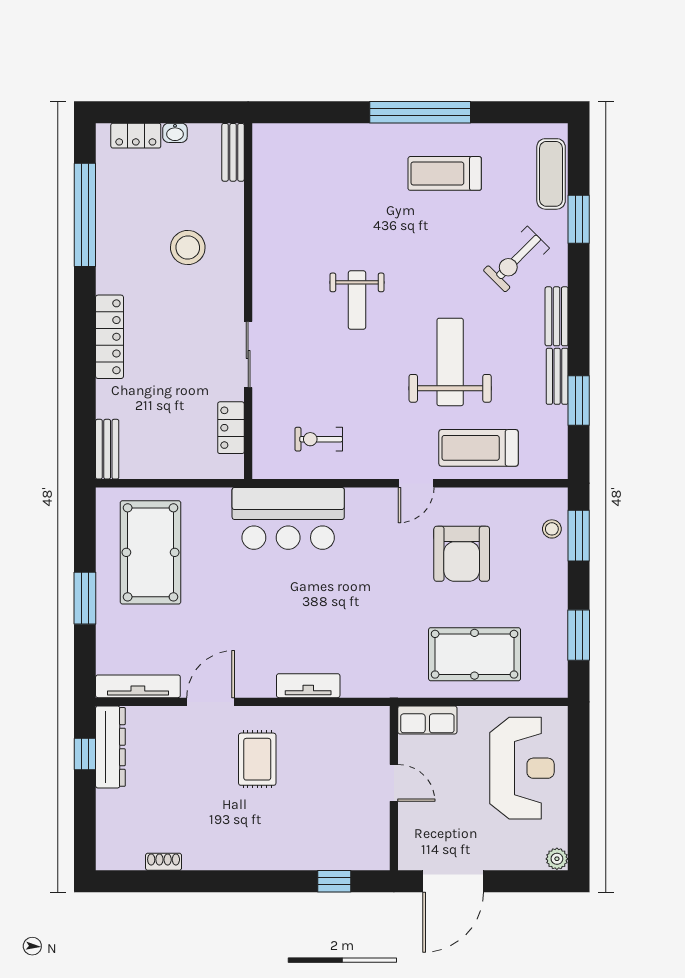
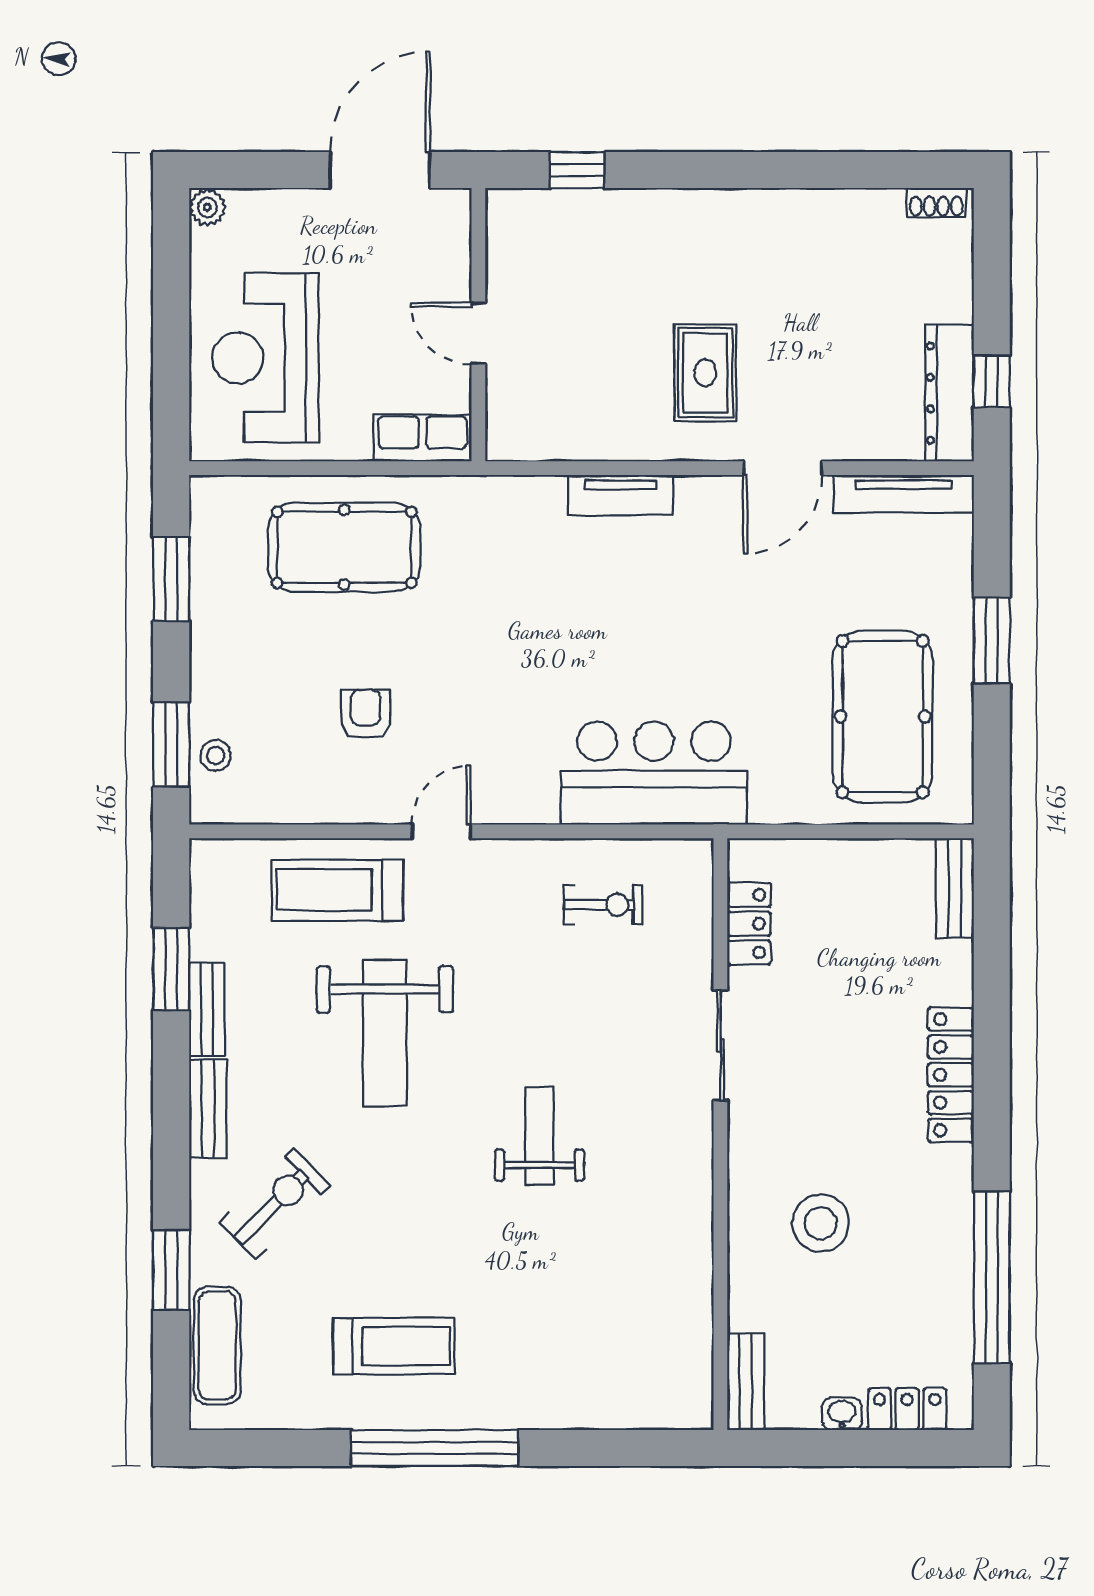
treadmill: (479, 448) -> (338, 890), turned 180
armchair: (462, 554) -> (366, 714), width x0.53, depth x0.53
shoe rack: (164, 862) -> (936, 202), moved

